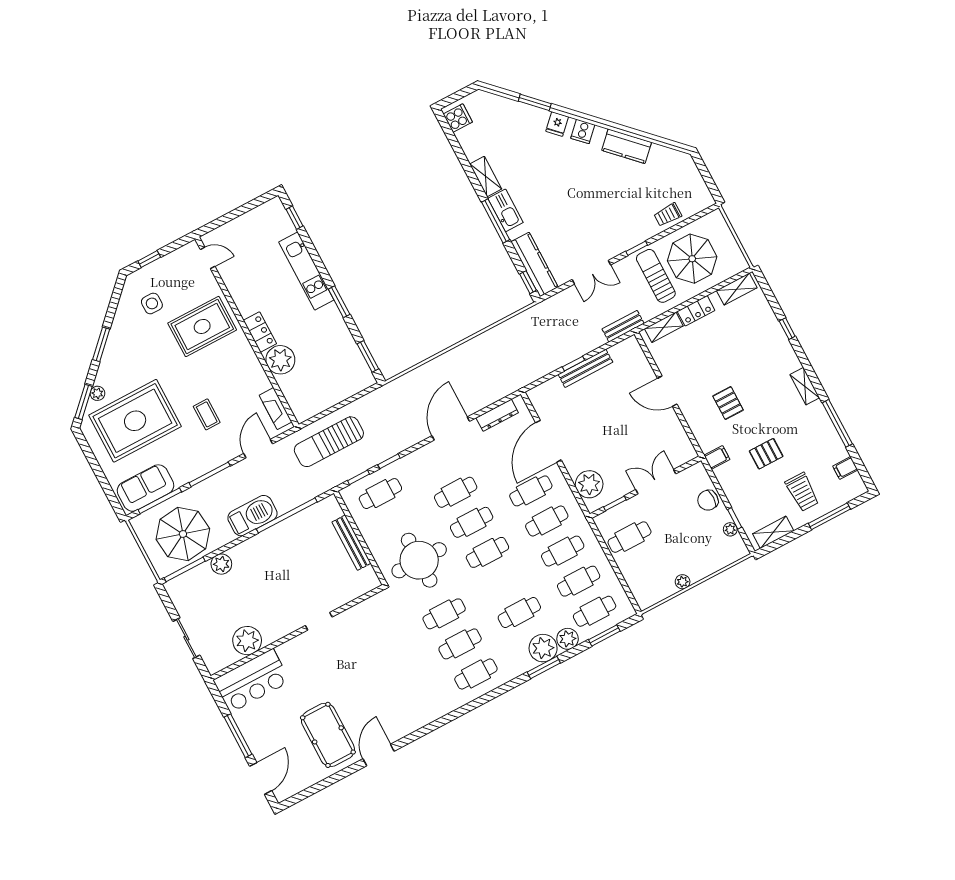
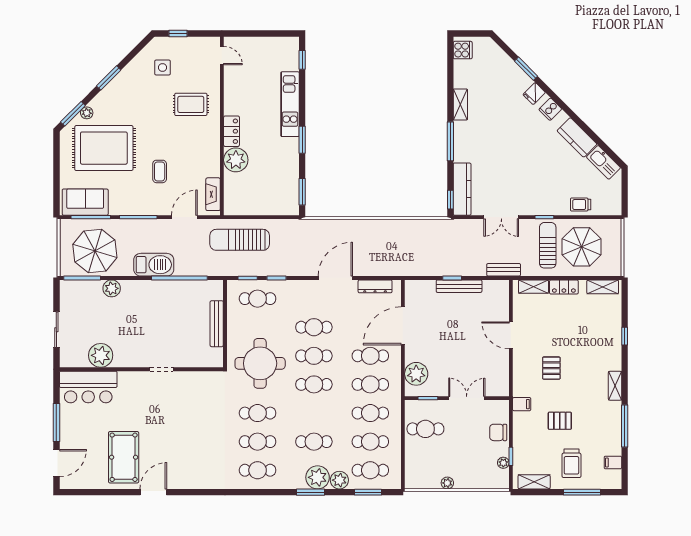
kitchen sink: (505, 210) -> (603, 162), moved, turned 135
rug: (202, 326) -> (191, 104), width x0.73, depth x0.70

